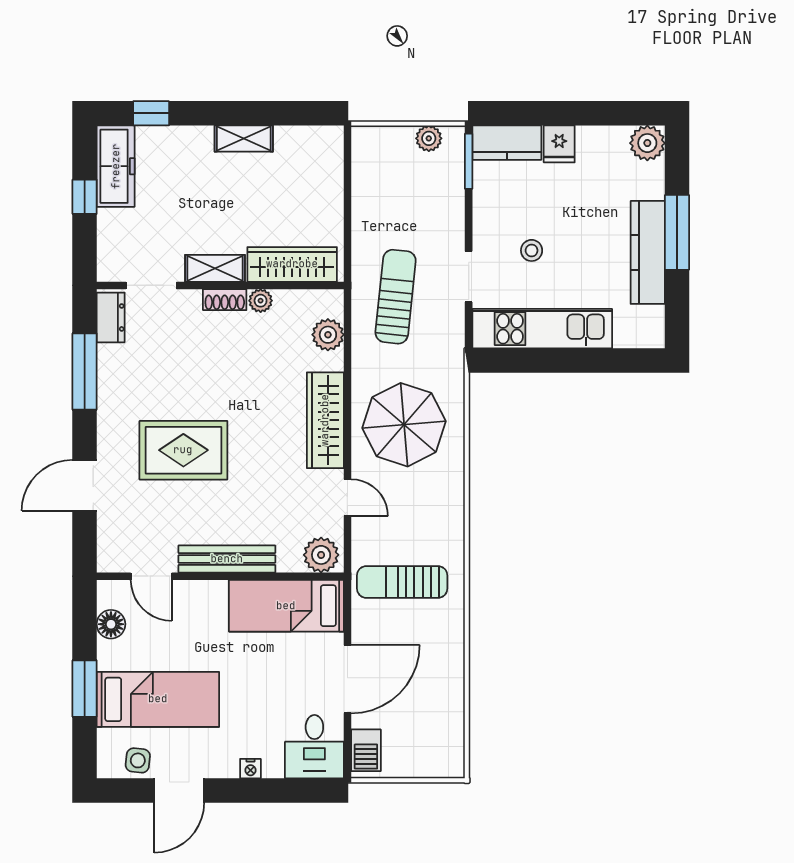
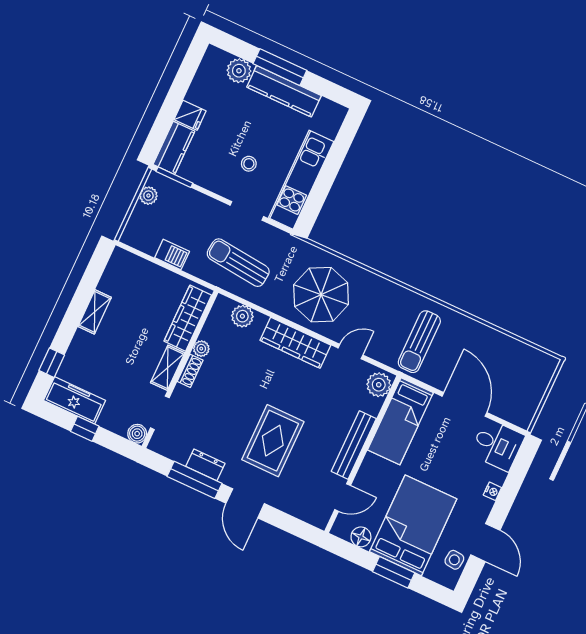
plant: (647, 143) -> (239, 71), moved
boiler: (110, 268) -> (137, 434), added
dresser: (111, 317) -> (205, 465), moved
door: (85, 485) -> (245, 503), moved
bed: (158, 699) -> (413, 525), width x1.50
barbecue: (366, 750) -> (172, 255), moved

